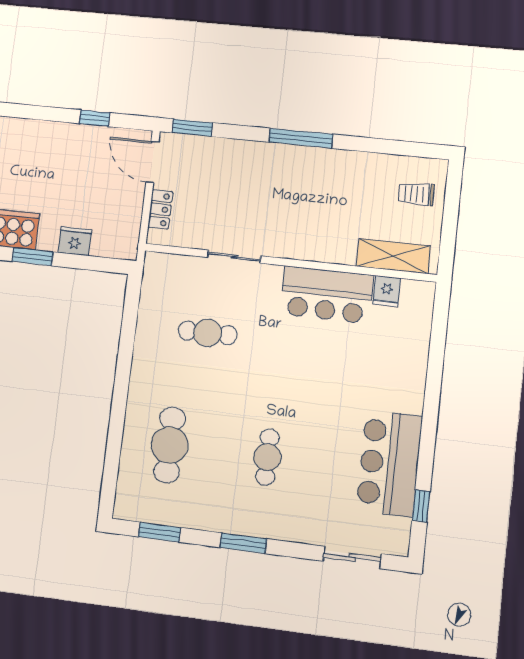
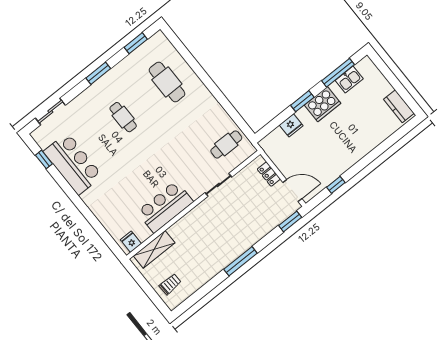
fridge: (387, 291) -> (131, 242), moved
cafe table: (208, 333) -> (226, 144), moved

